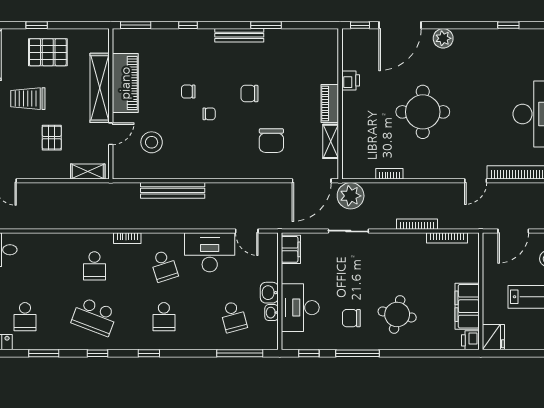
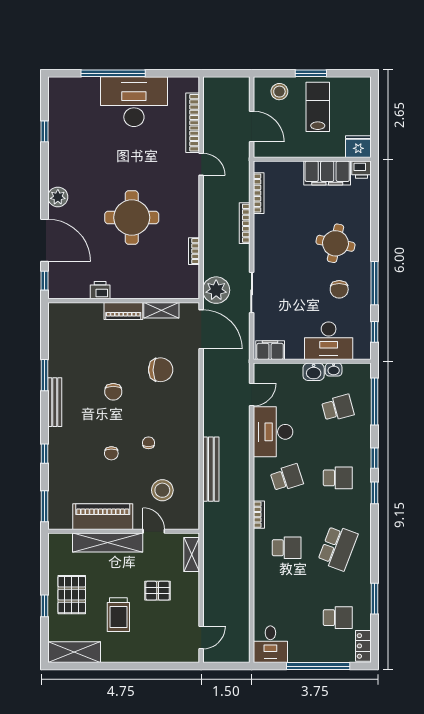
chair: (209, 114) -> (148, 443), moved
window: (97, 353) -> (375, 458), moved

